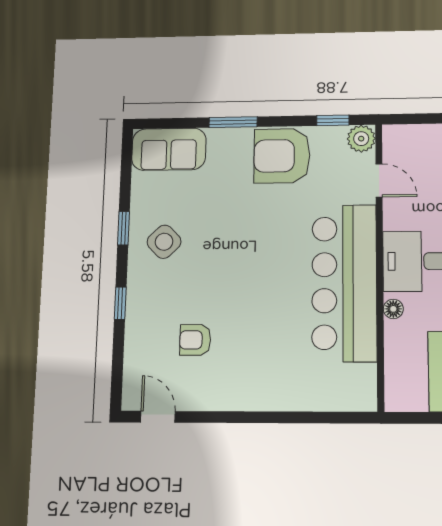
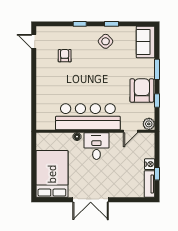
window: (333, 120) -> (157, 101), moved
door: (158, 417) -> (34, 41), swing flipped

